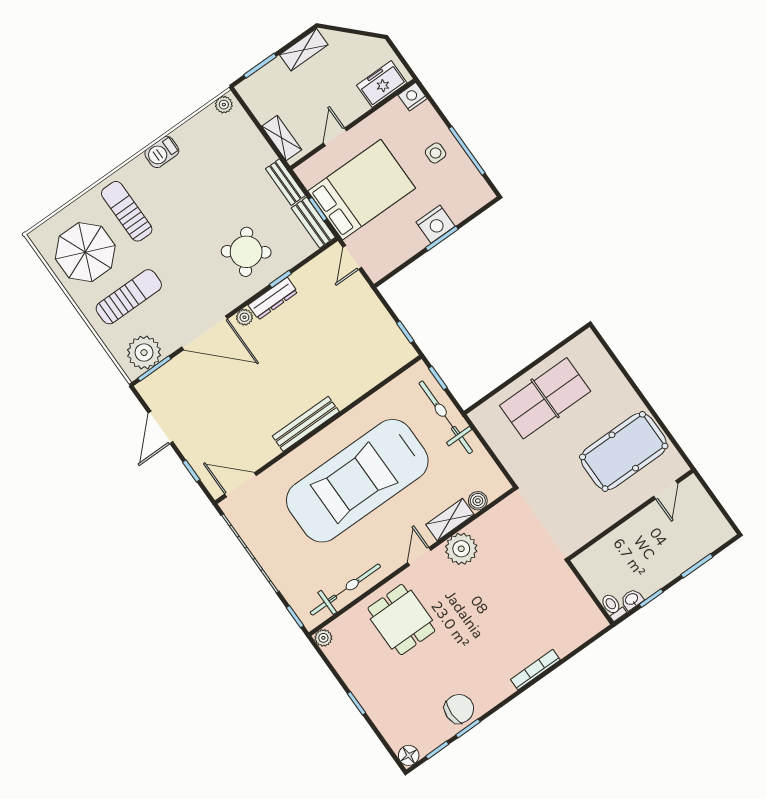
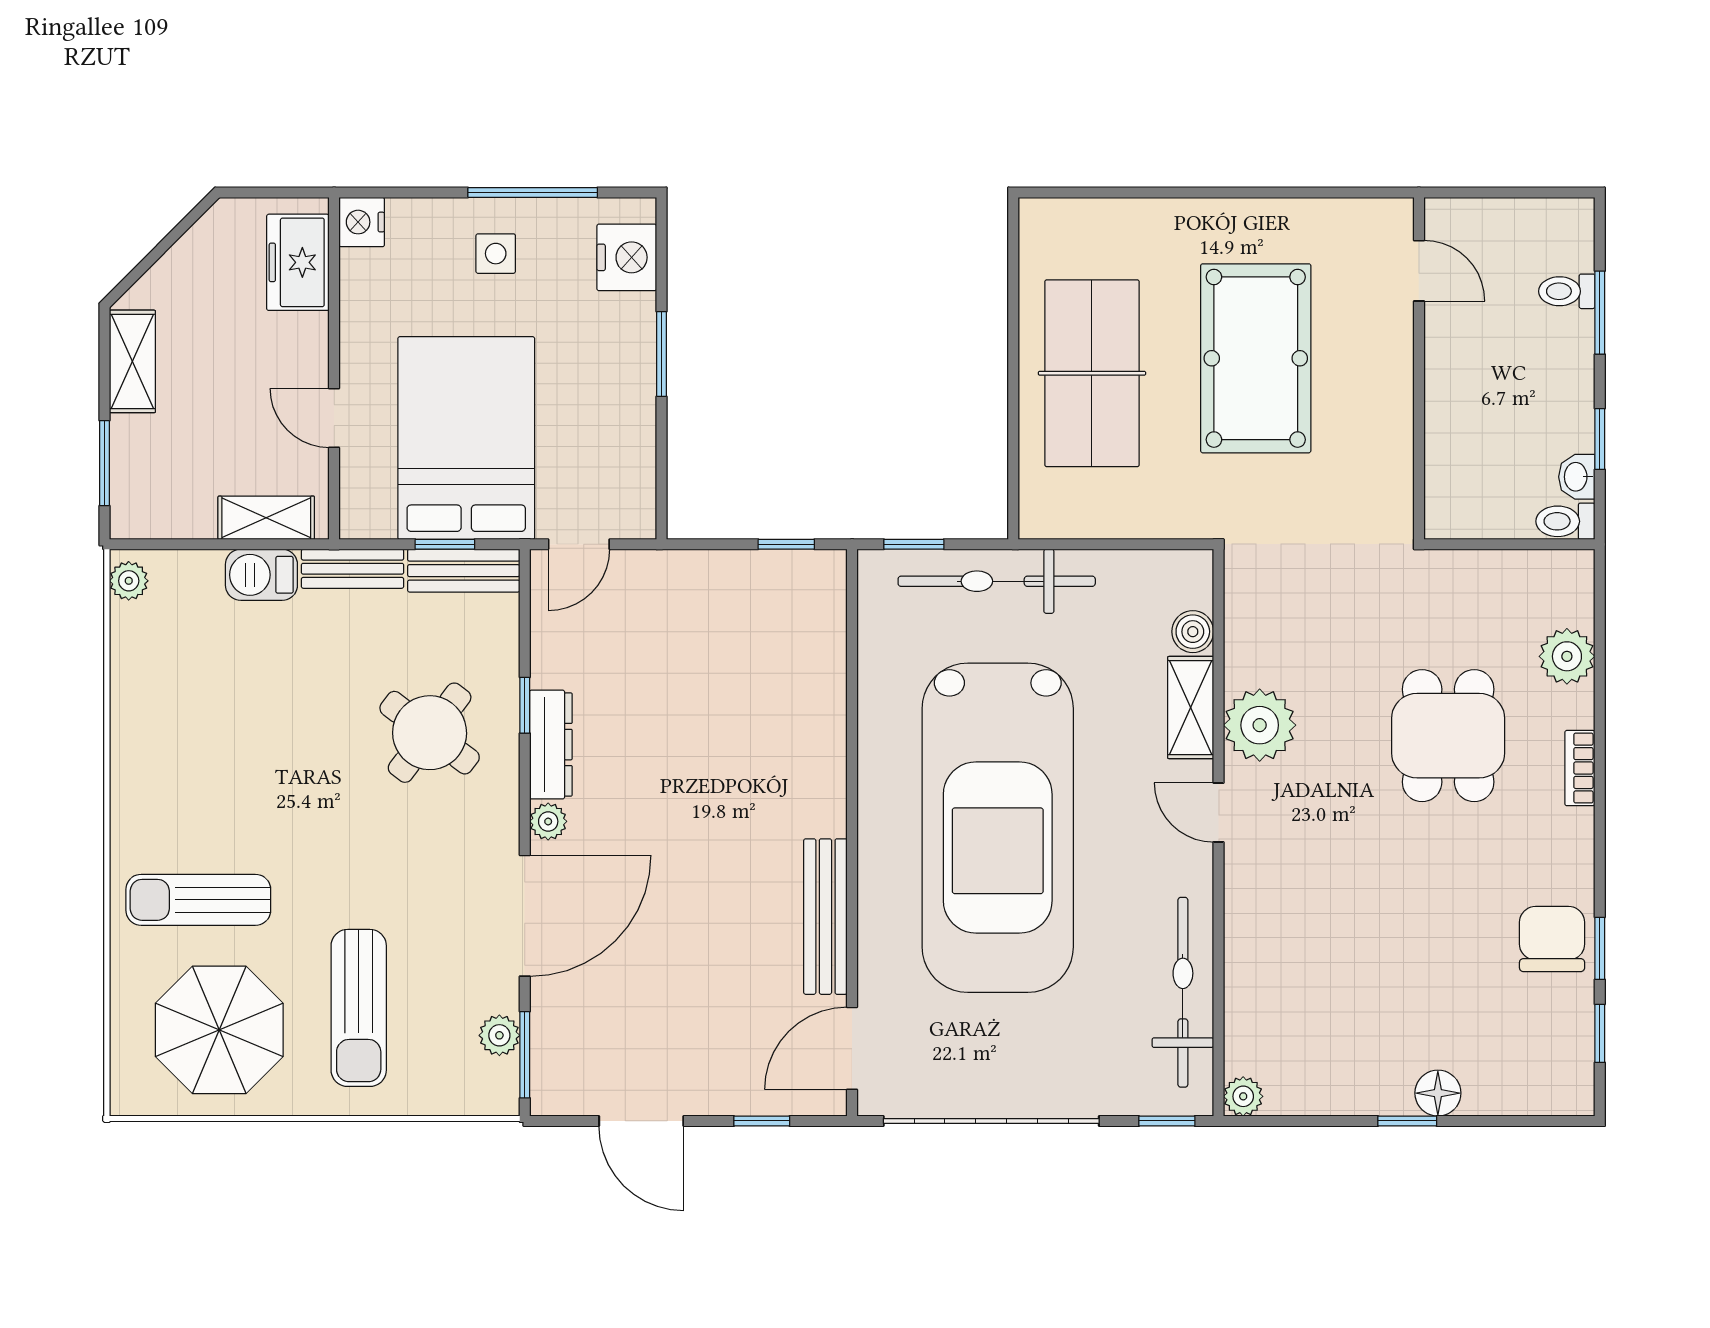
barbecue: (162, 152) -> (261, 575), moved, turned 90
nightstand: (435, 224) -> (627, 257), moved
door: (352, 257) -> (579, 544), hinge flipped
sun lounger: (129, 297) -> (359, 1008), turned 180
plant: (144, 353) -> (499, 1035), width x0.53, depth x0.53
bench: (306, 424) -> (825, 917), moved
pool table: (624, 451) -> (1256, 358), moved
toilet: (696, 548) -> (1567, 291), added
dining table: (401, 620) -> (1448, 736), moved, turned 90
plant: (565, 642) -> (1567, 656), added
bookcase: (535, 670) -> (1580, 768), width x0.64
floor lamp: (409, 755) -> (1438, 1093), moved

